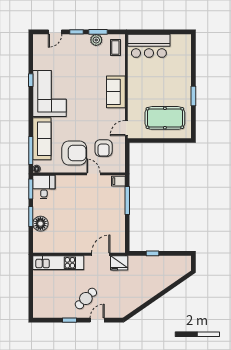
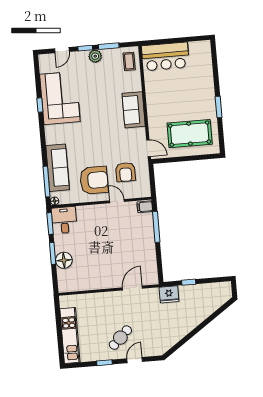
plant: (96, 40) -> (95, 56), moved
corner sofa: (49, 94) -> (60, 98), moved
door: (126, 128) -> (149, 148), swing flipped
kitchen unit: (58, 263) -> (70, 336), moved, turned -90
fridge: (119, 263) -> (169, 294), moved

